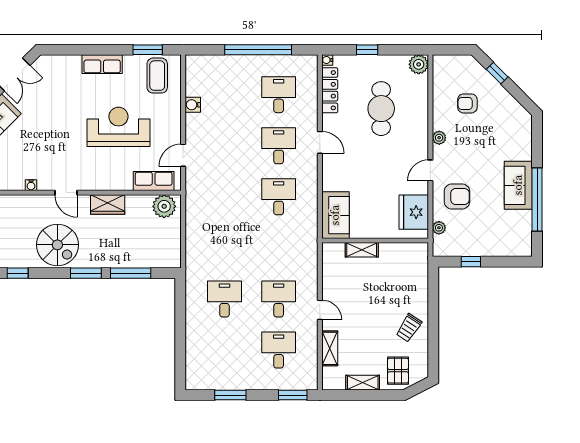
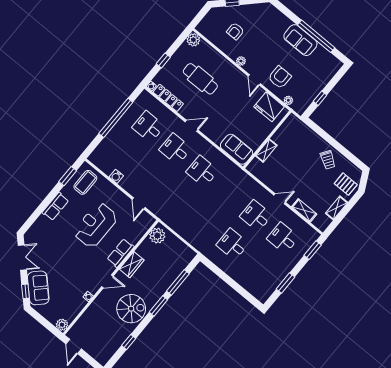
coffee table: (157, 76) -> (85, 182), turned 90
row of seats: (154, 181) -> (121, 253), moved

